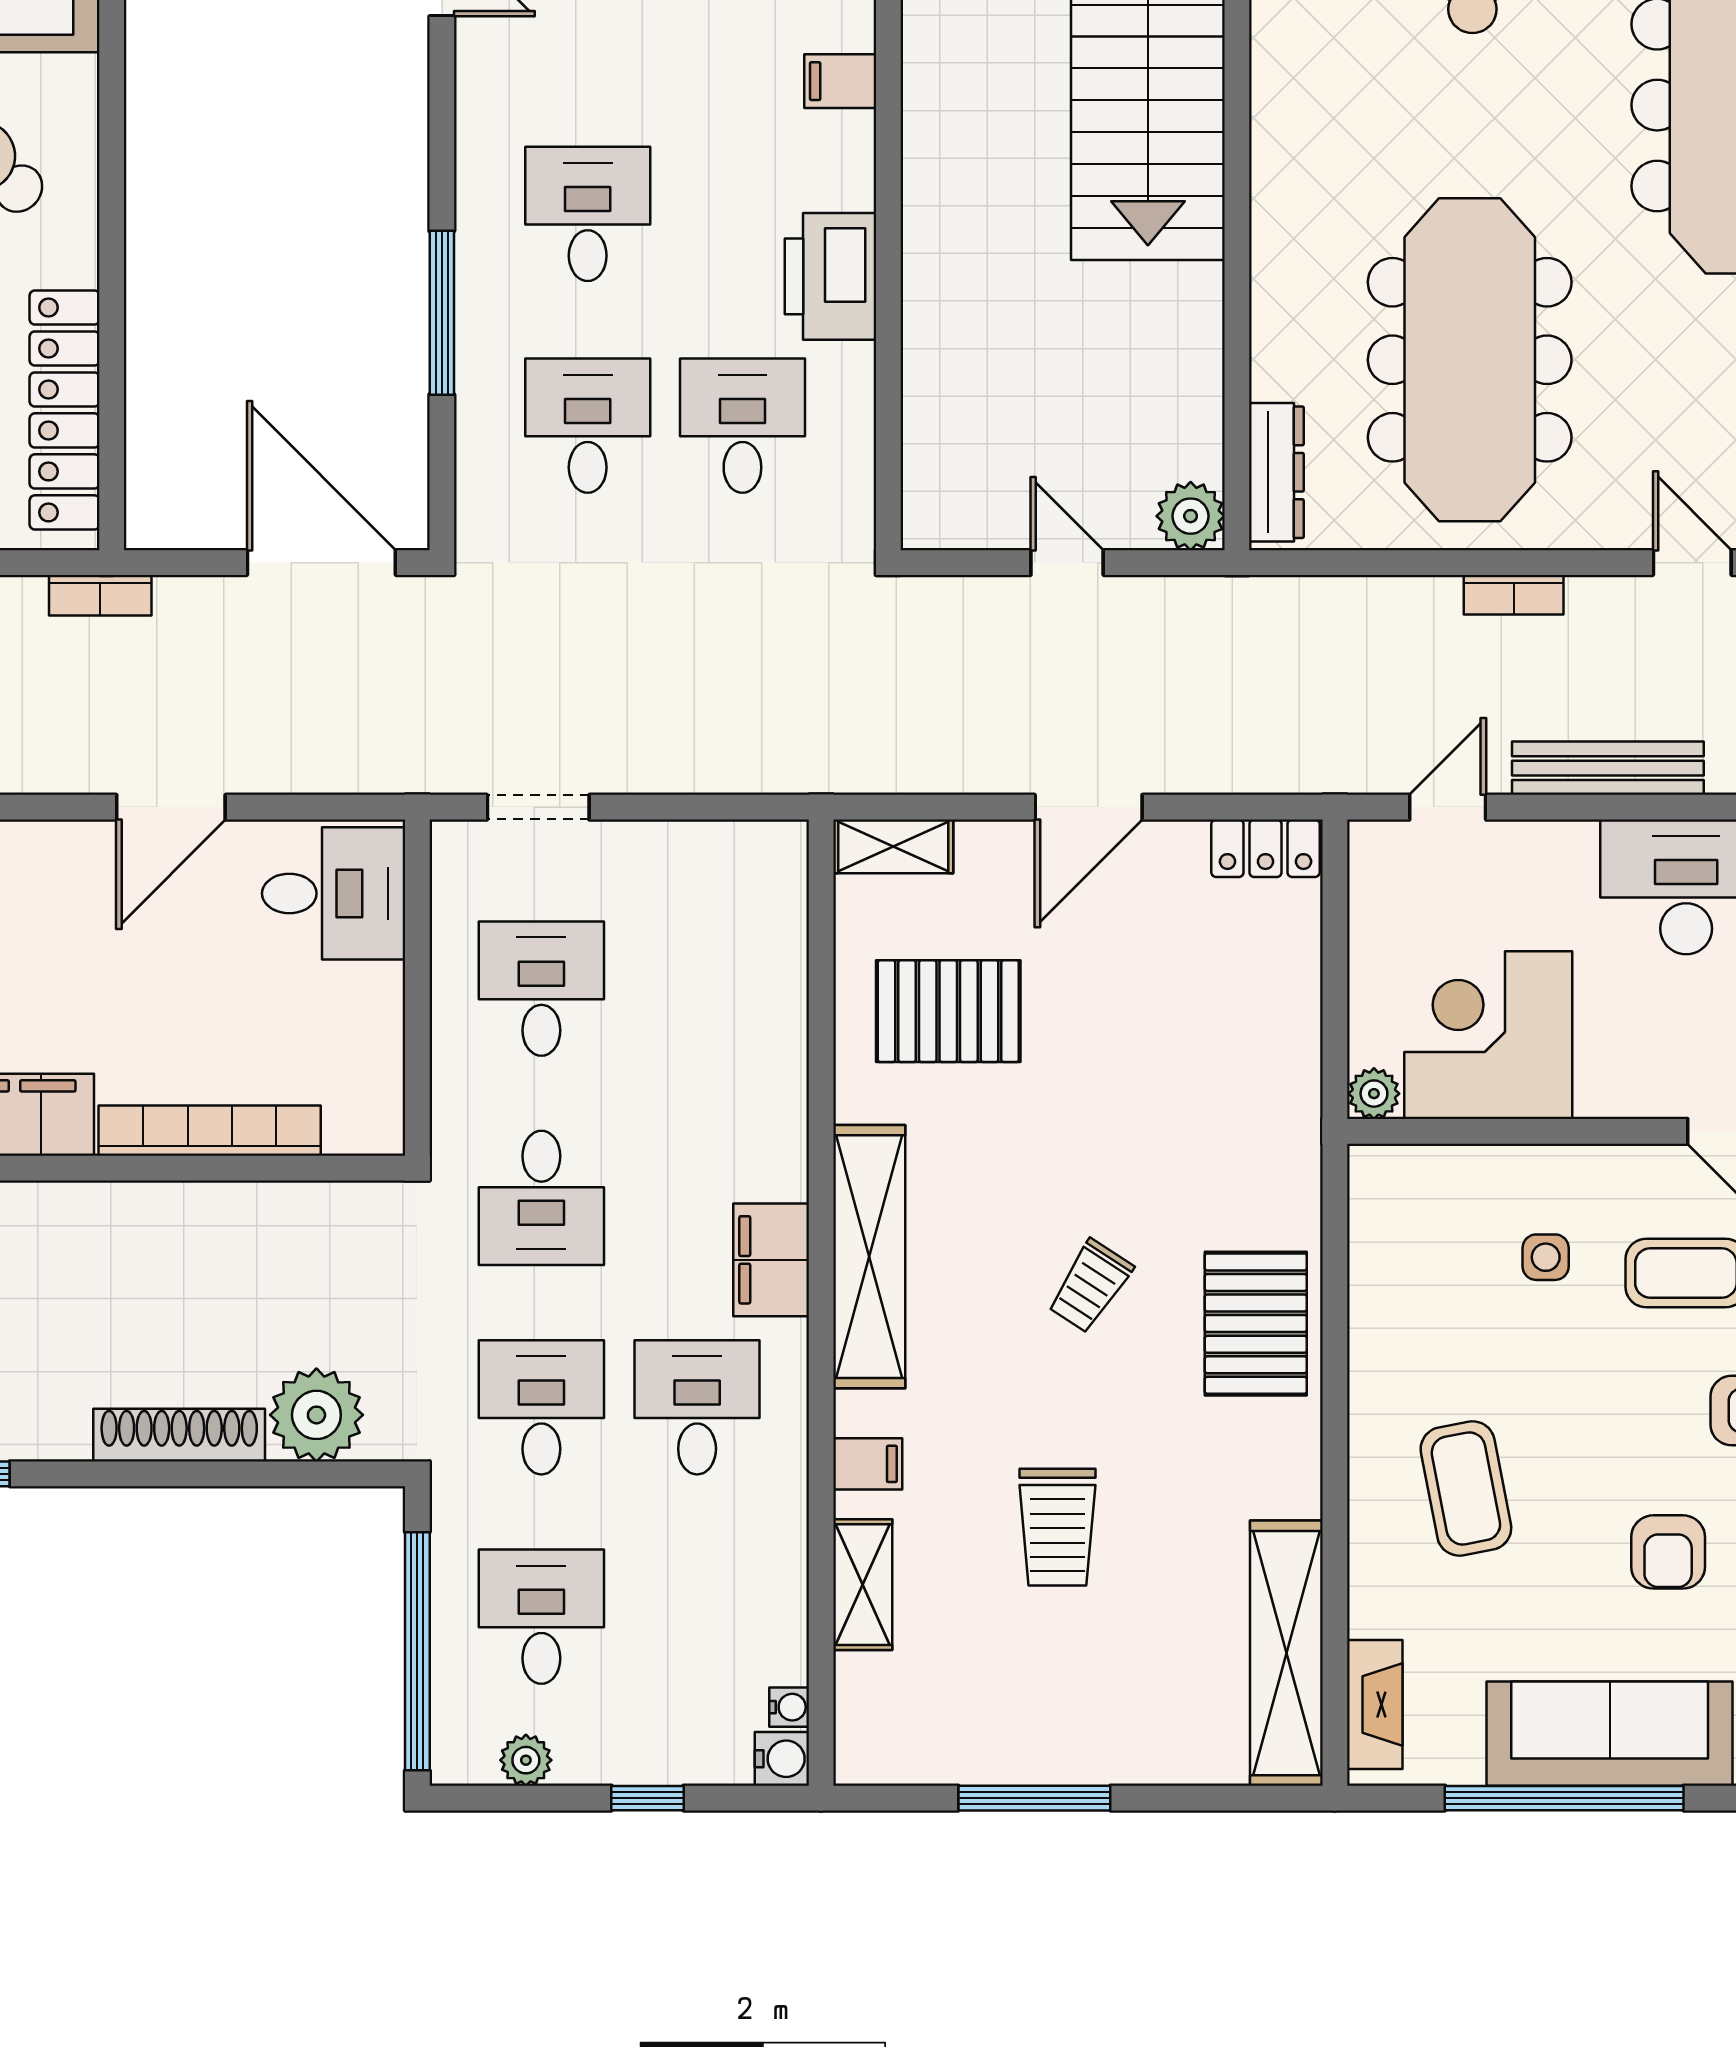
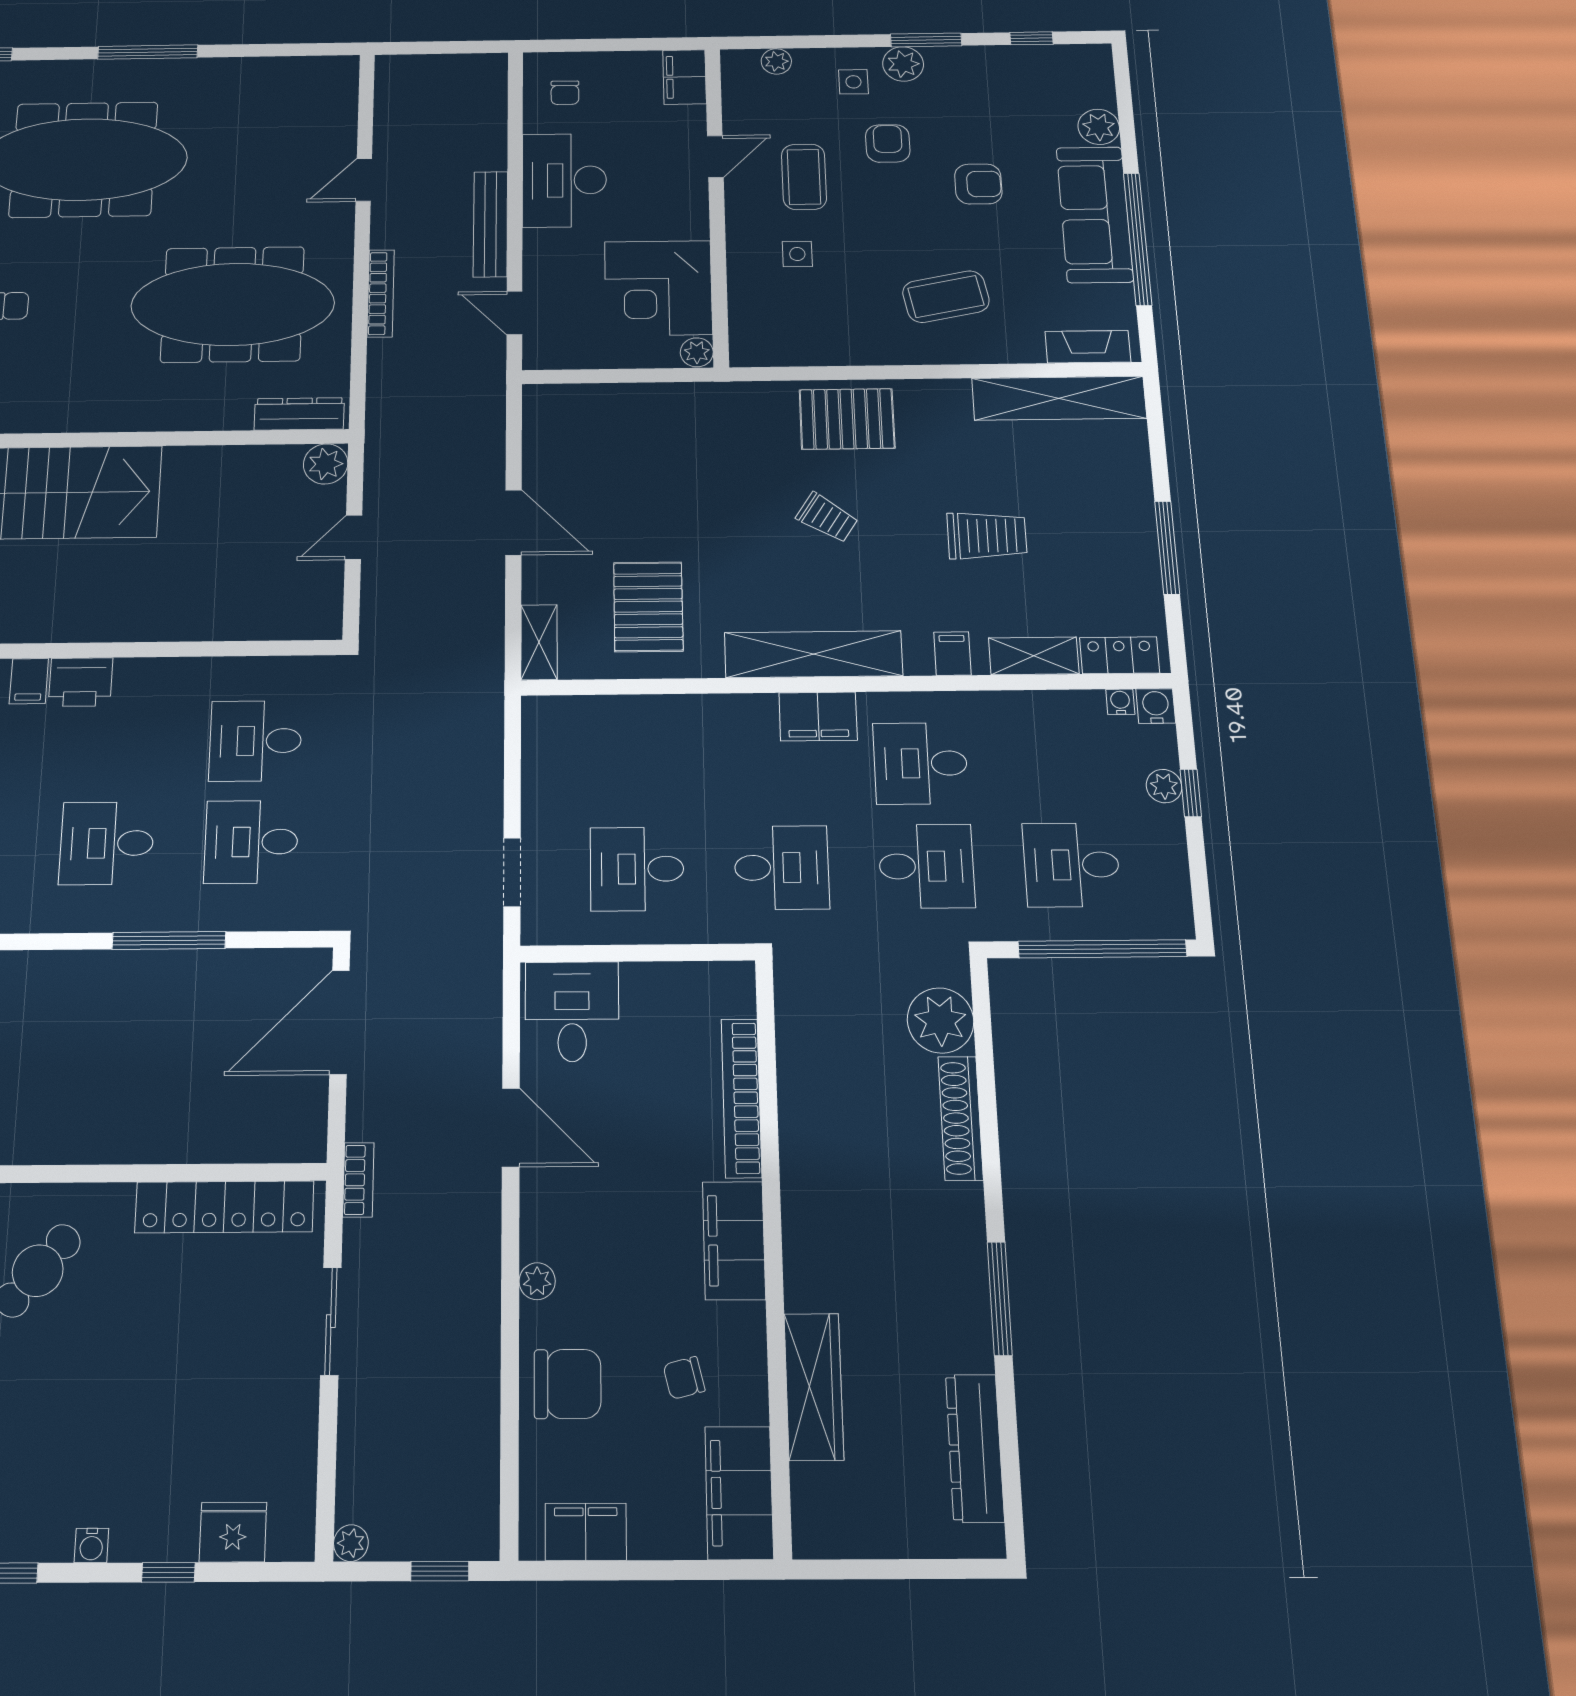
printer: (831, 276) -> (81, 682), moved, width x0.73, depth x0.84
bookcase: (1514, 595) -> (381, 293), width x1.56
locker: (1265, 848) -> (1119, 655), moved, turned -90
desk: (541, 1407) -> (926, 866), turned 180
plant: (526, 1760) -> (1164, 786), moved

